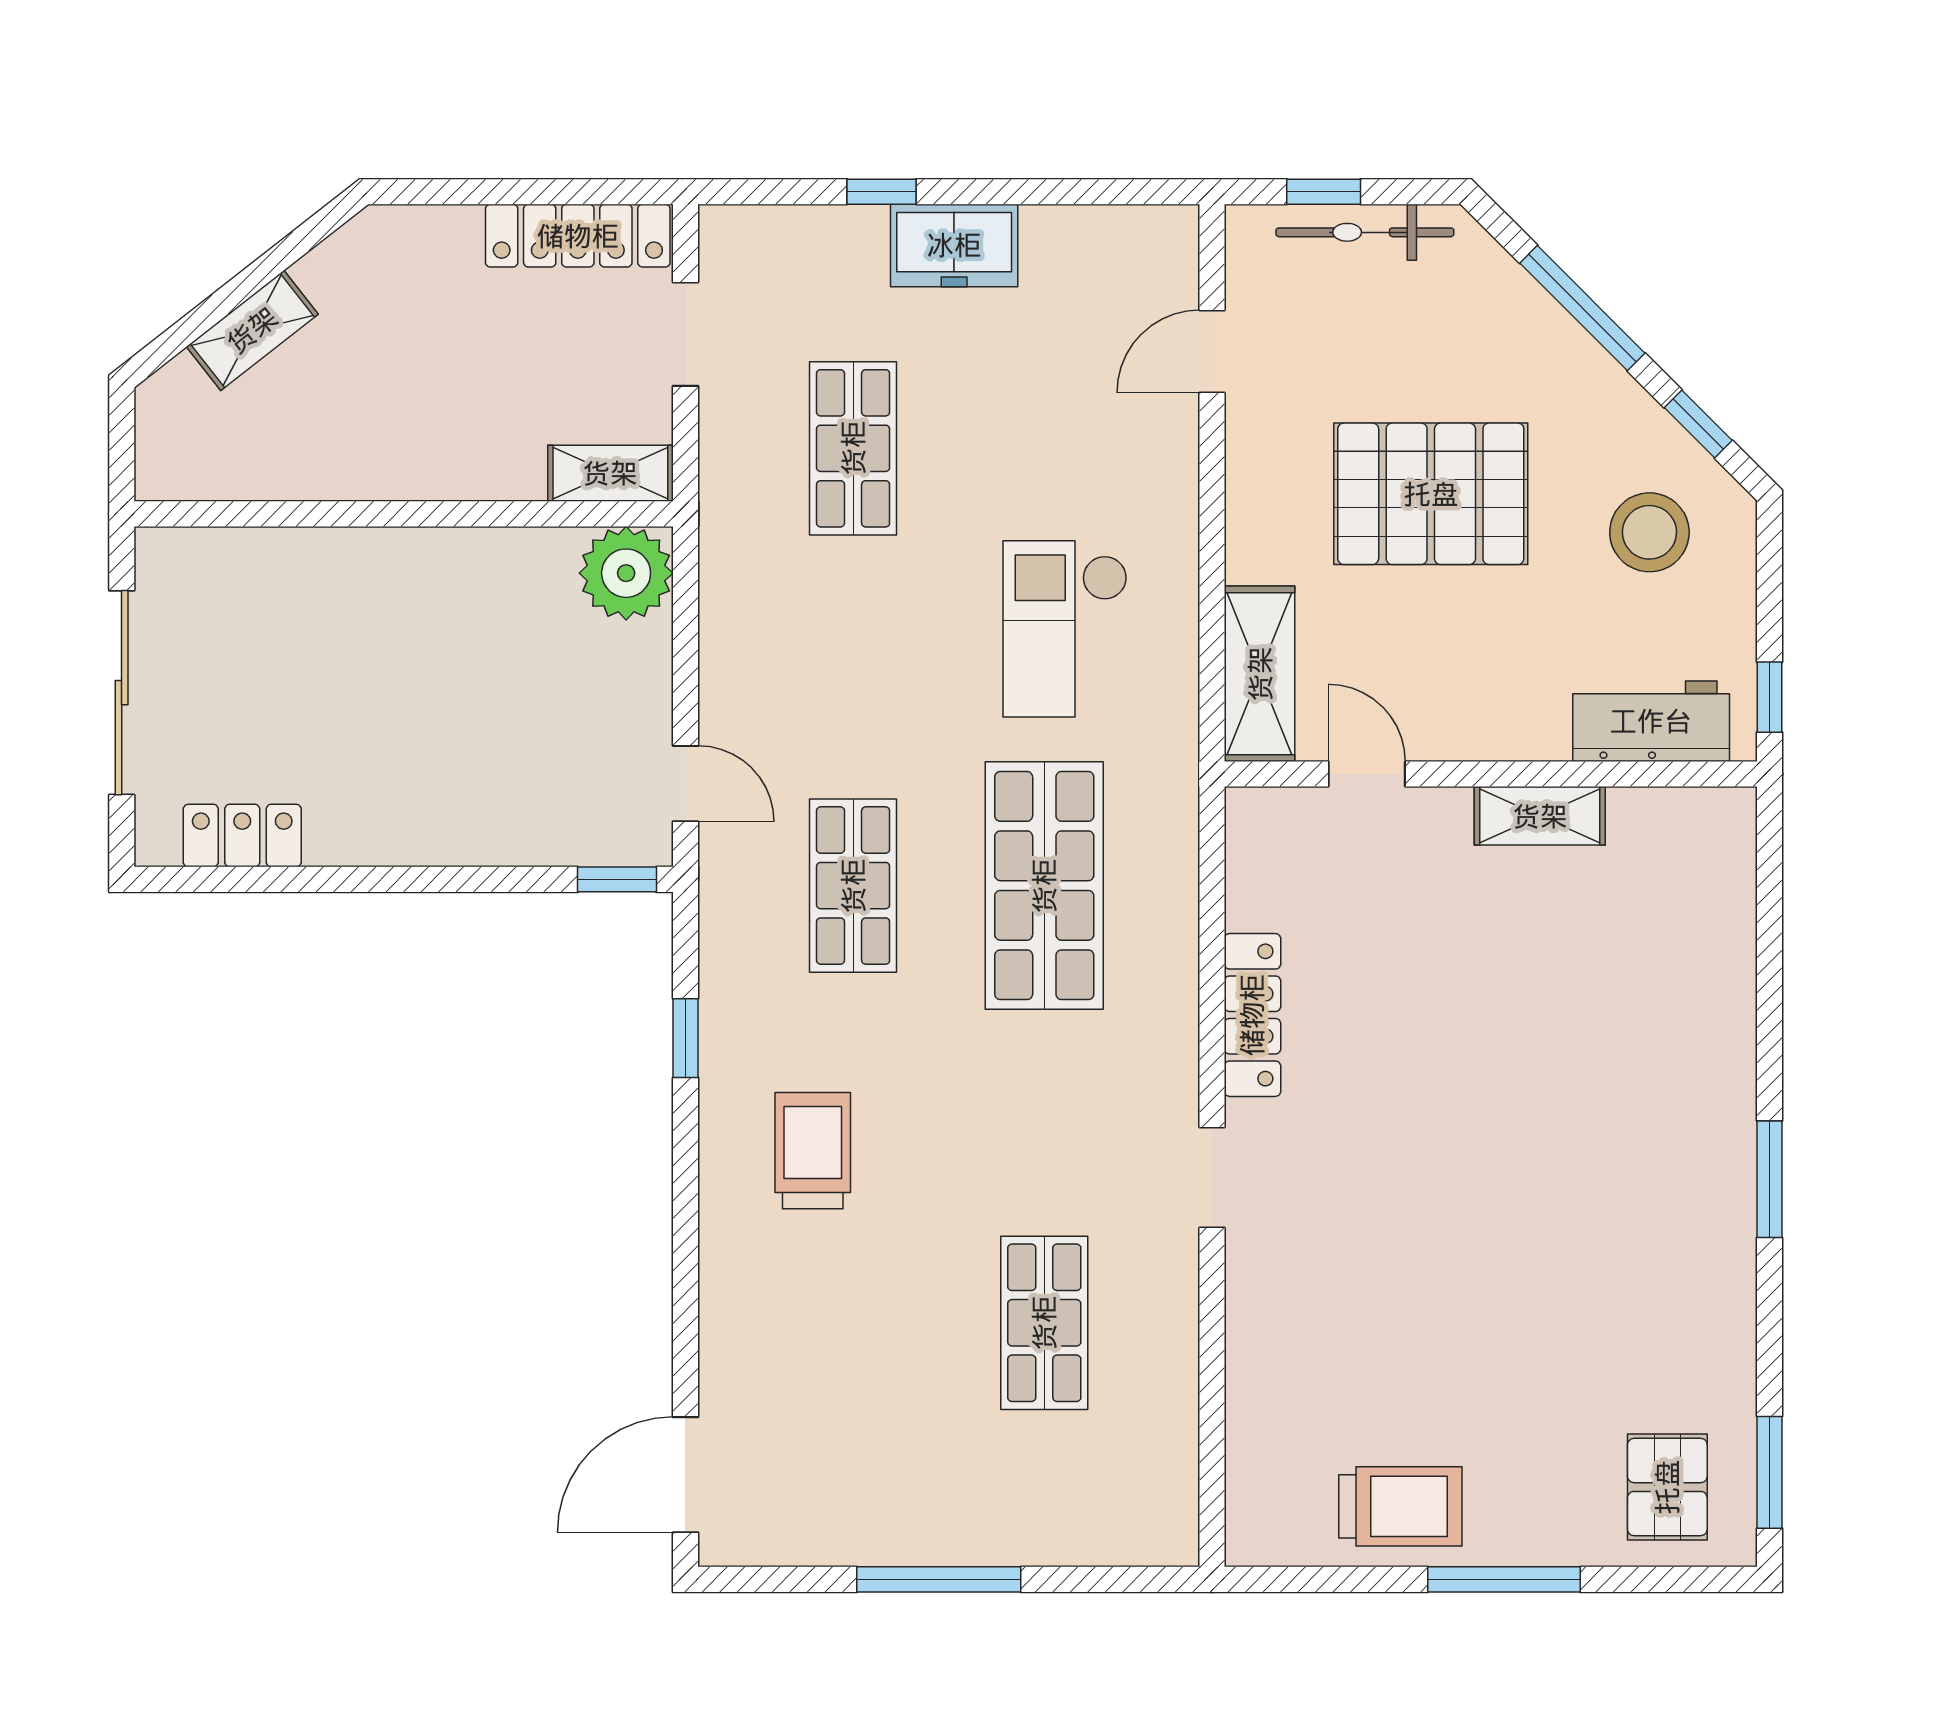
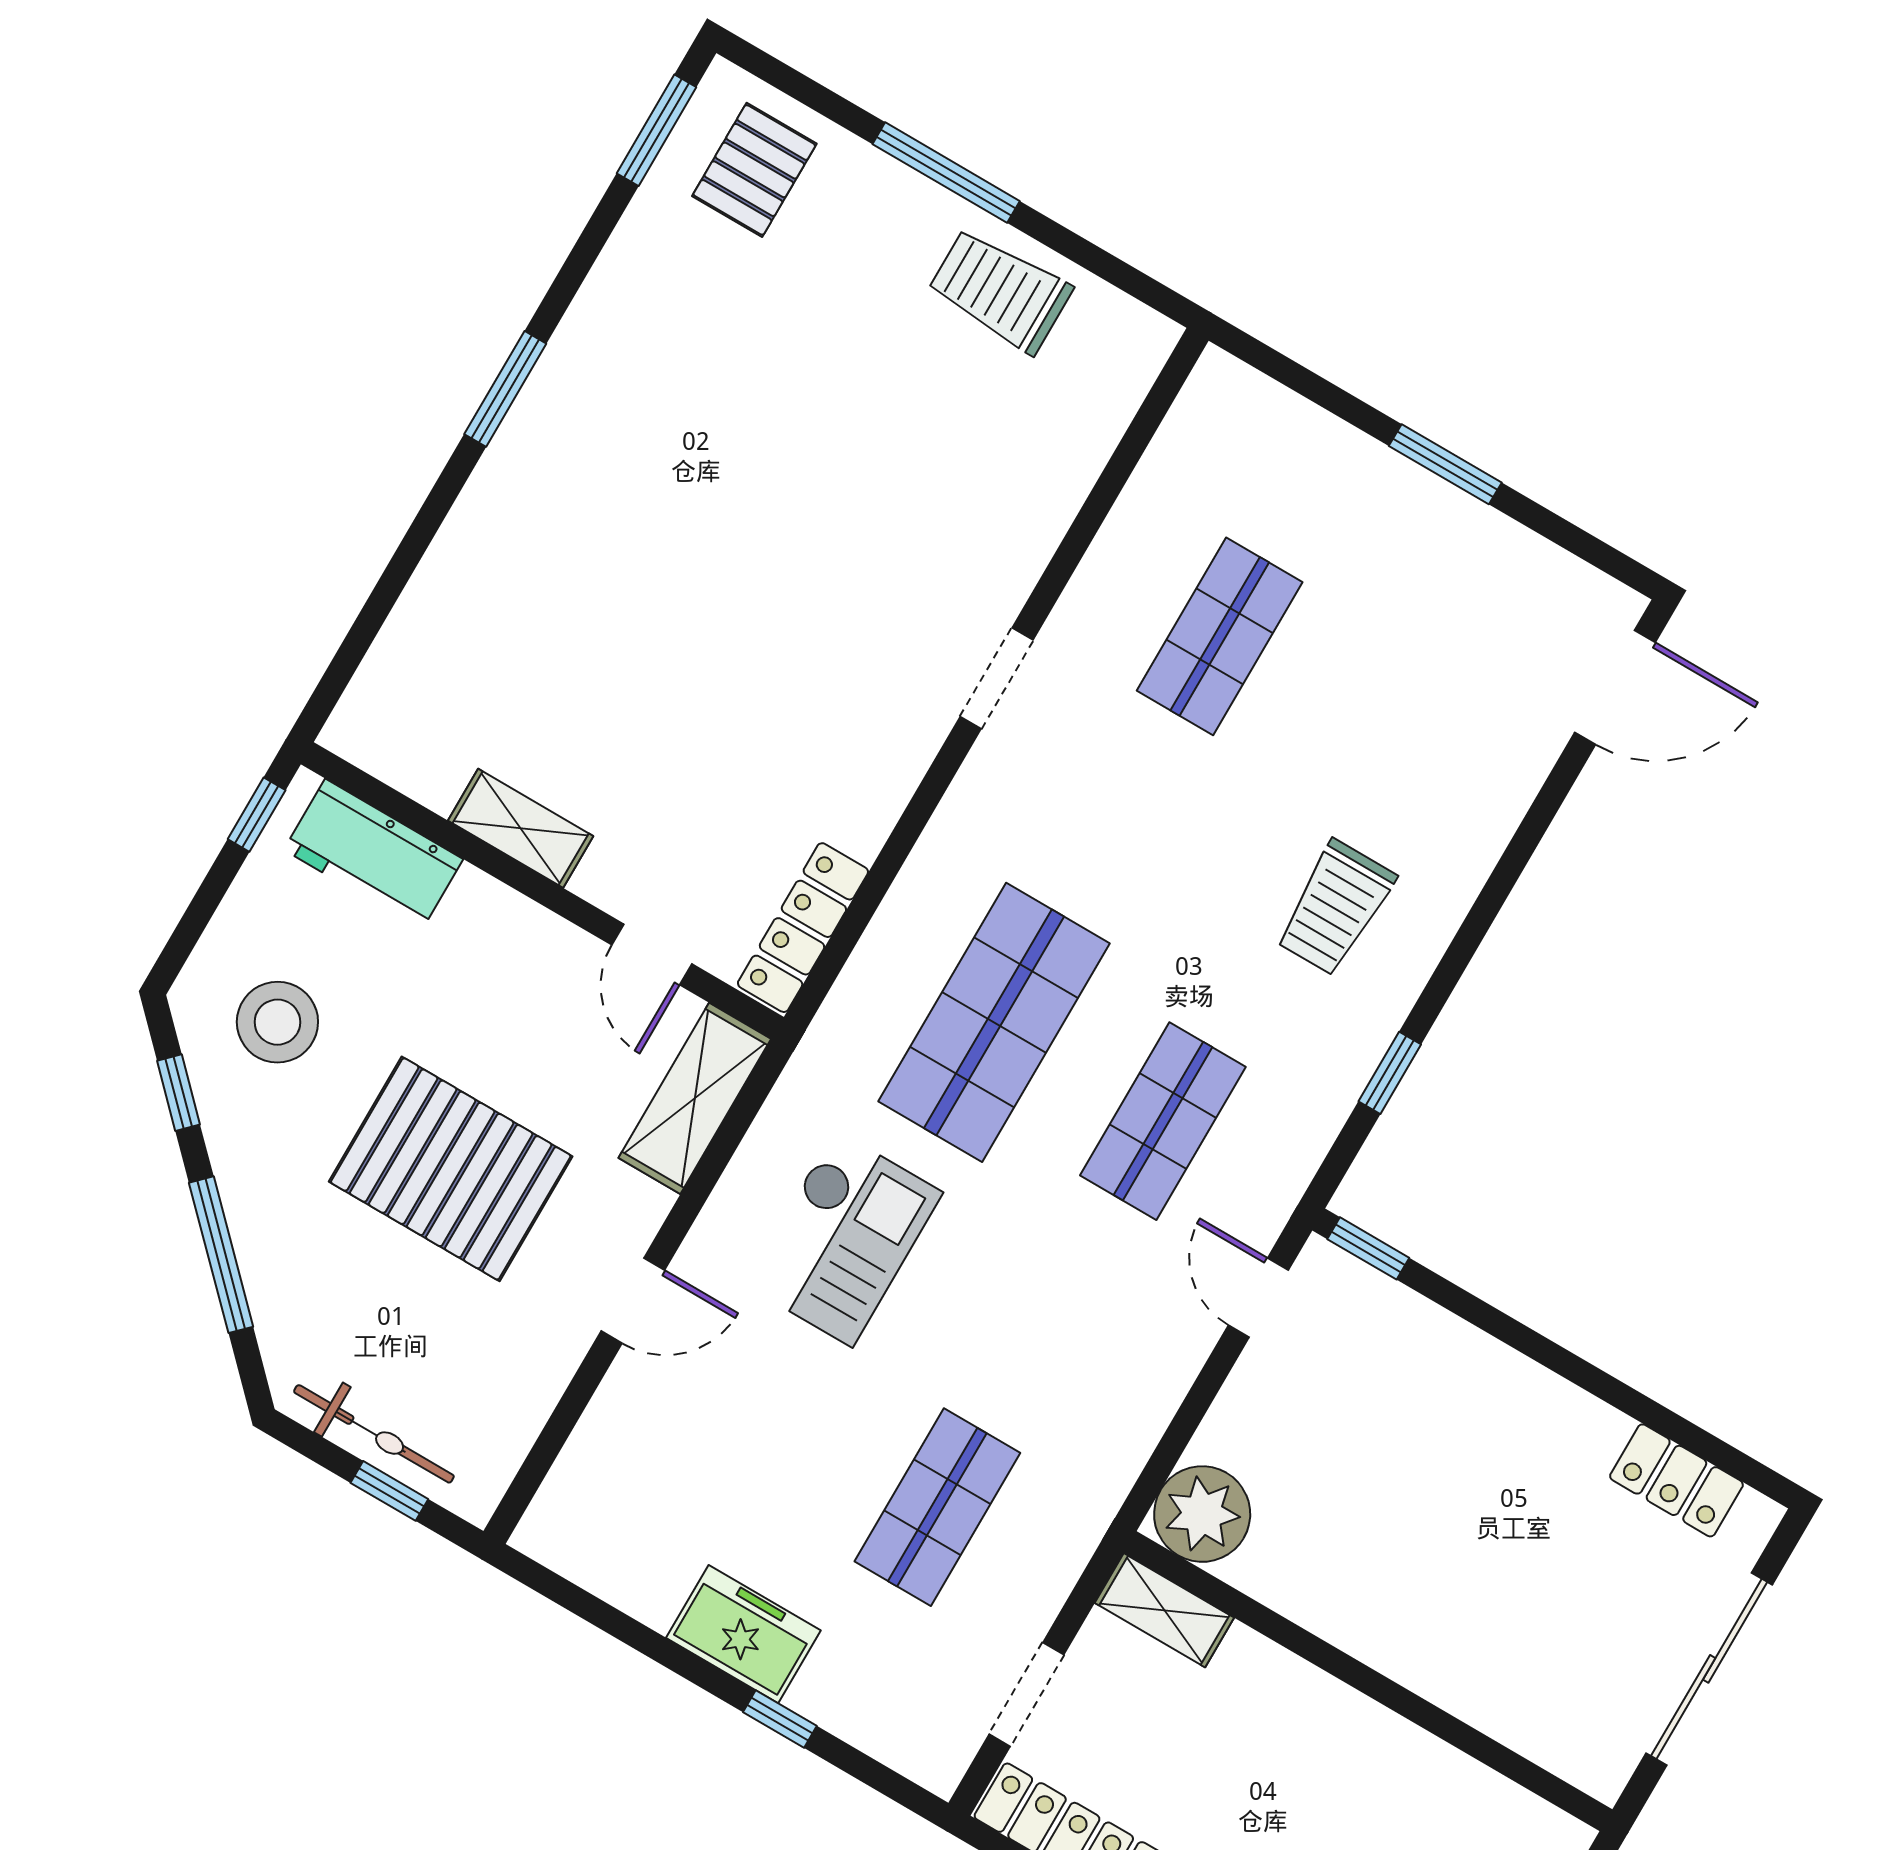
door: (1212, 351) -> (633, 1301), moved
locker: (1252, 1015) -> (803, 928), moved
window: (939, 1579) -> (1445, 464), width x0.69

